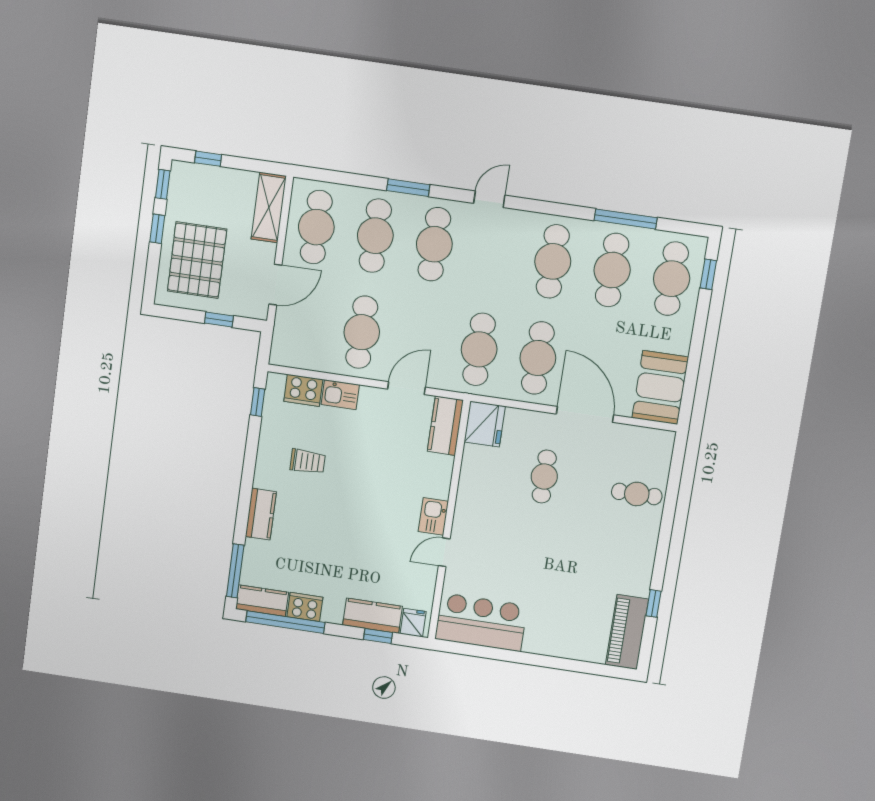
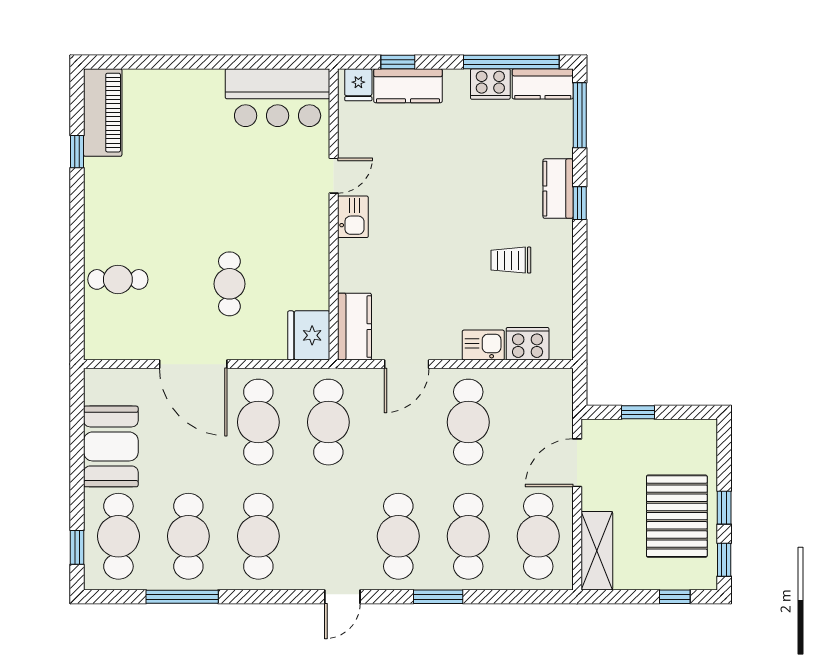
pallet: (197, 260) -> (677, 516), moved
booth: (660, 387) -> (111, 446), moved
window: (258, 402) -> (580, 203), moved

